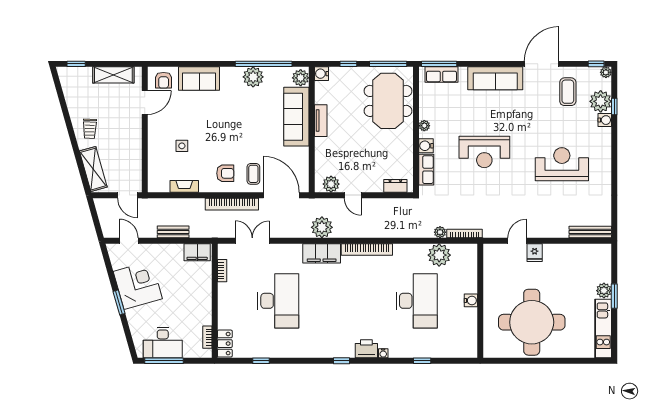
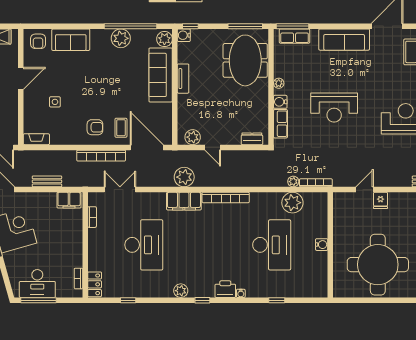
window: (348, 64) -> (190, 26), moved
door: (145, 102) -> (21, 78), moved
fireplace: (184, 186) -> (36, 139), moved
plant: (318, 350) -> (181, 291), added

